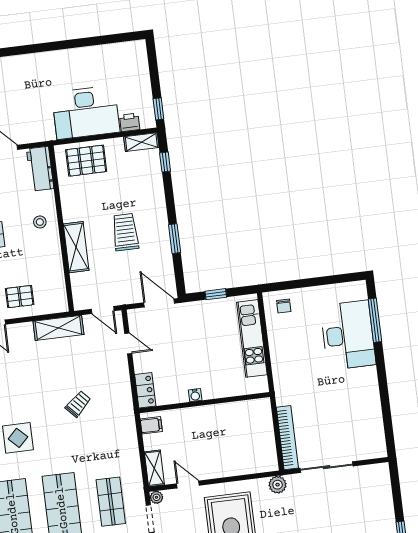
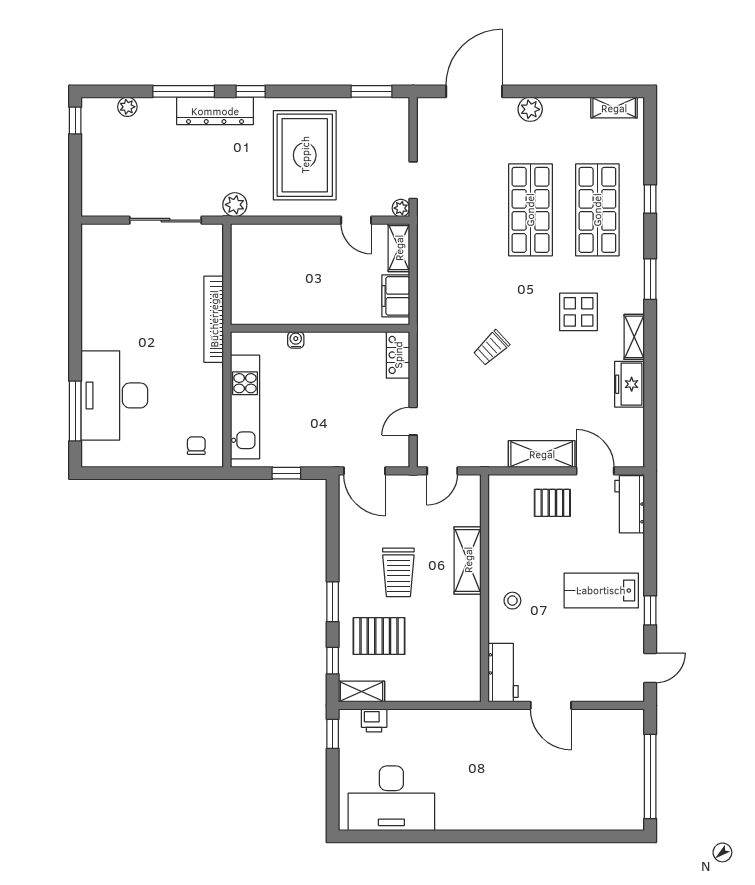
desk: (86, 112) -> (391, 798), moved, turned 180
pallet: (86, 161) -> (379, 636), moved
window: (175, 239) -> (333, 602), moved
door: (103, 310) -> (442, 471), swing flipped
shelving: (58, 328) -> (542, 454), moved
door: (128, 343) -> (413, 421), hinge flipped
water cooler: (195, 395) -> (296, 340), moved
filing cabinet: (151, 425) -> (396, 296), width x2.00
bookcase: (287, 438) -> (214, 319), moved
shop shelf: (111, 502) -> (464, 210), removed

